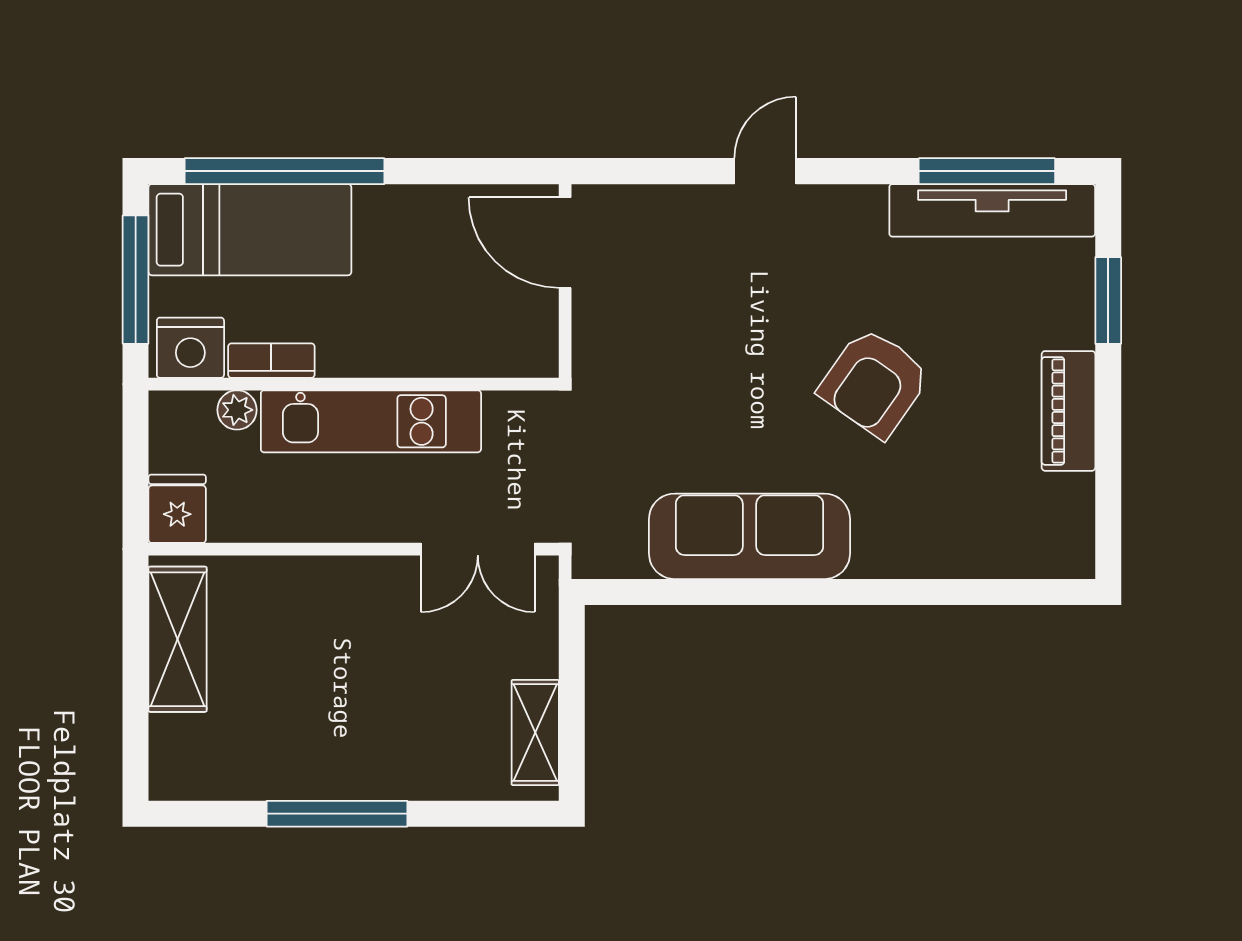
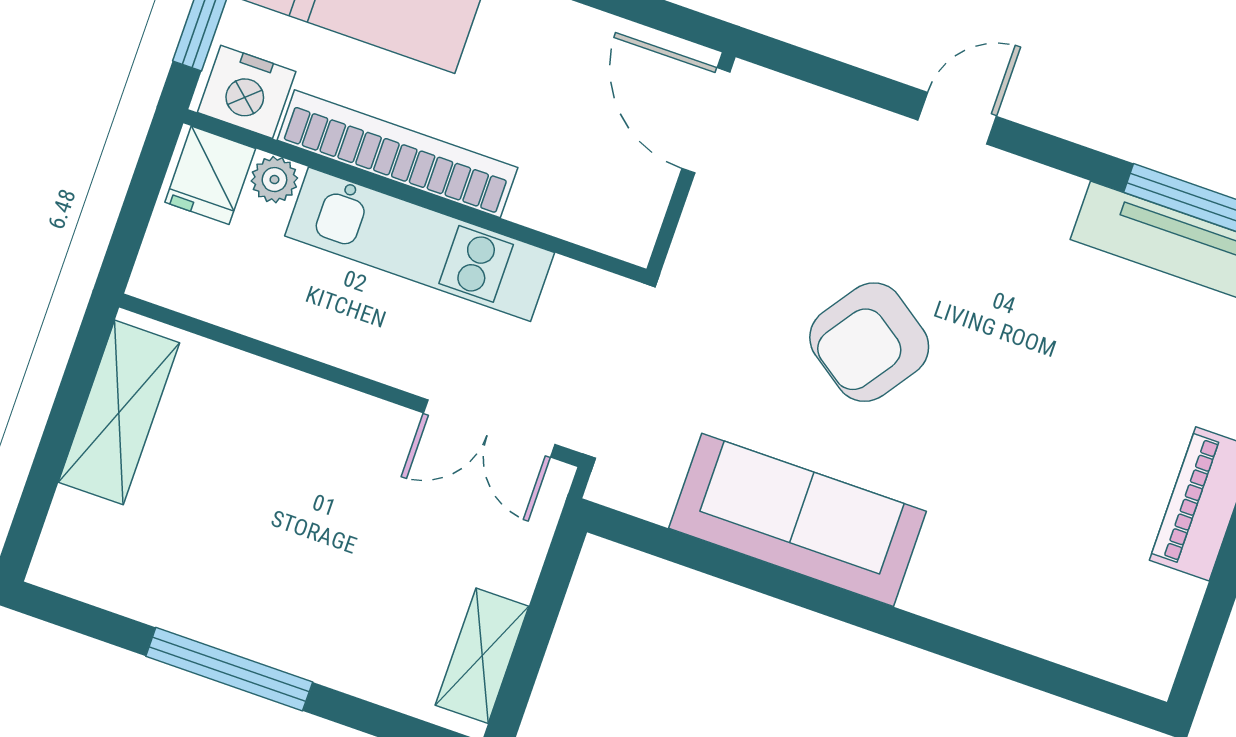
bookcase: (271, 361) -> (397, 154), width x2.31, depth x1.31
armchair: (874, 383) -> (869, 342), moved
fridge: (177, 509) -> (210, 175), moved, turned 180

